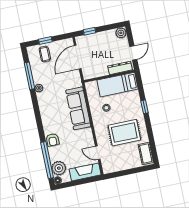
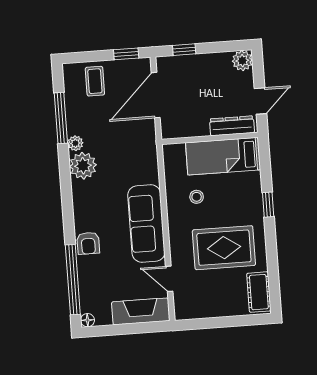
window: (45, 40) -> (126, 54), moved
sofa: (78, 108) -> (146, 223), moved
plant: (59, 168) -> (83, 166), moved

